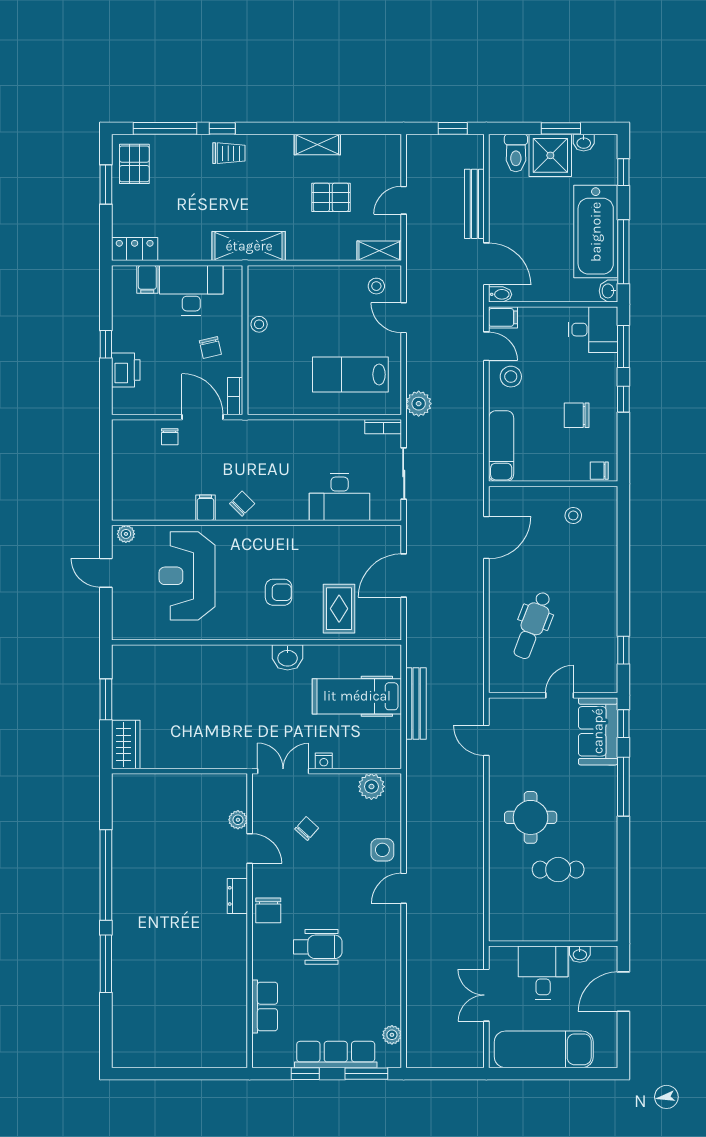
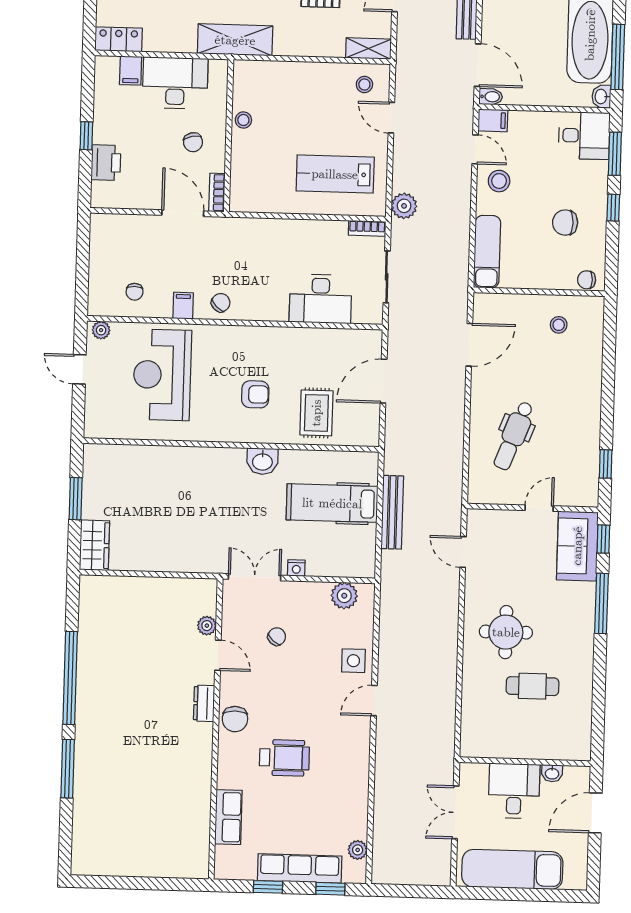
chair: (170, 437) -> (135, 292), moved
window: (366, 1074) -> (330, 889), width x0.67

